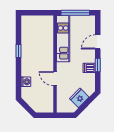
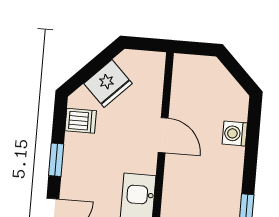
dishwasher: (89, 68) -> (81, 121), moved

